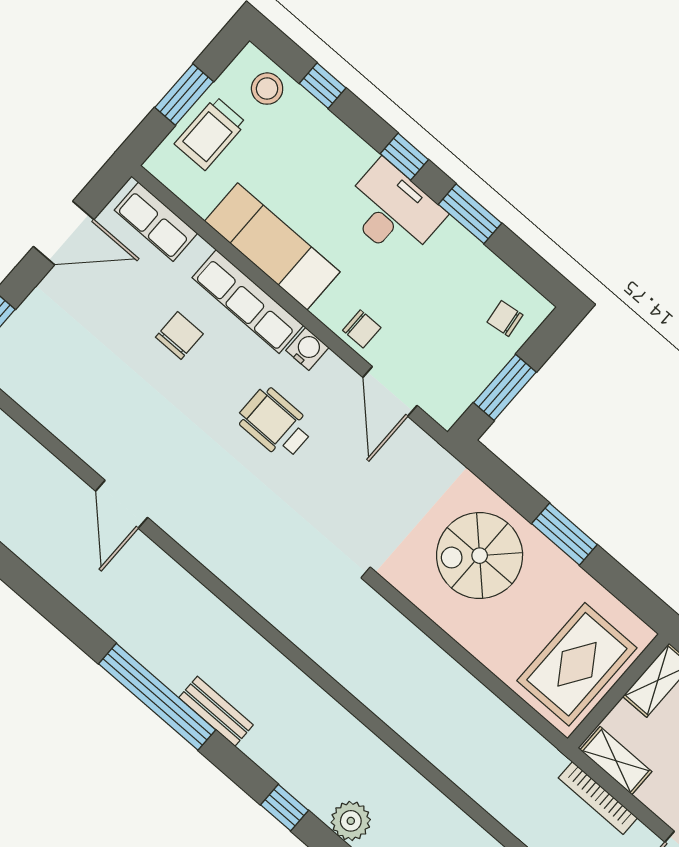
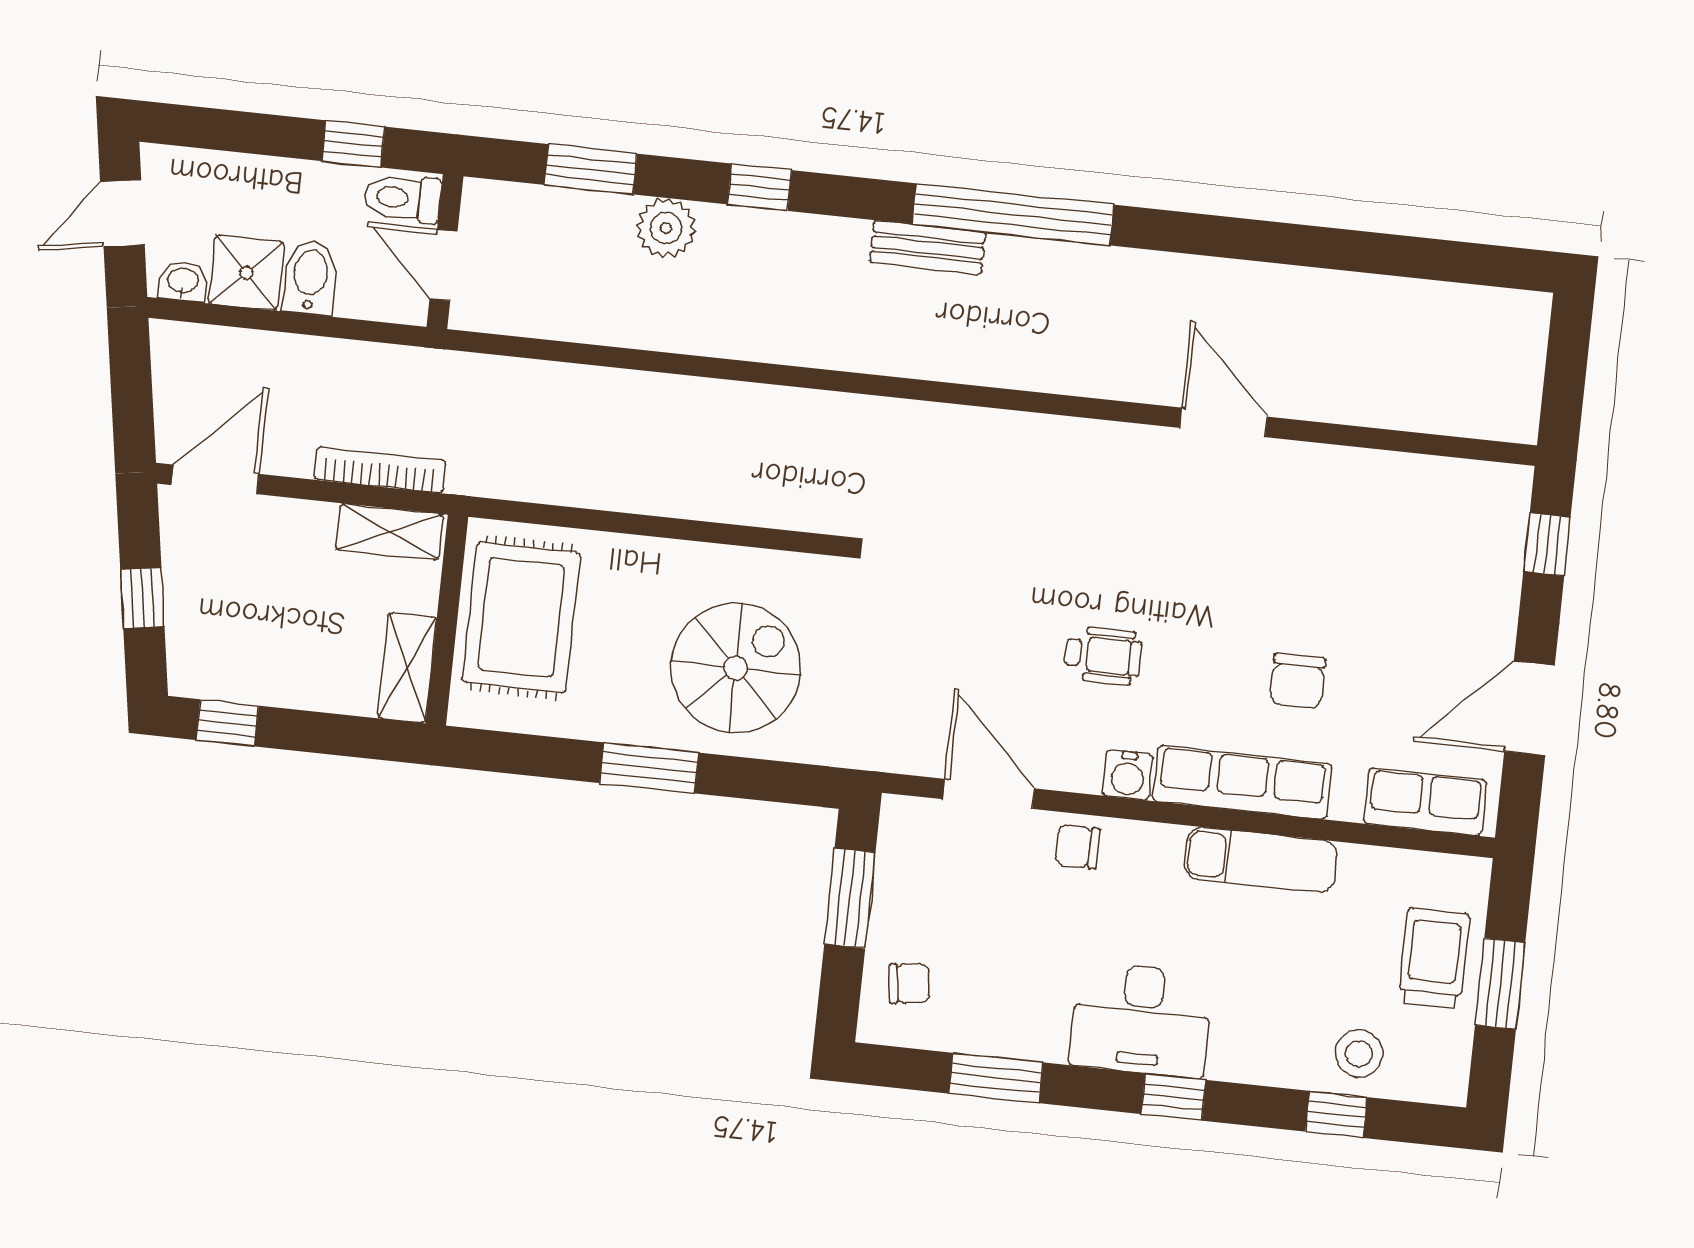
stool: (267, 89) -> (1359, 1054), moved
window: (470, 214) -> (996, 1078), moved
exam couch: (272, 246) -> (1261, 860), width x0.73, depth x0.69
wheelchair: (275, 423) -> (1103, 655), width x0.73, depth x0.73

